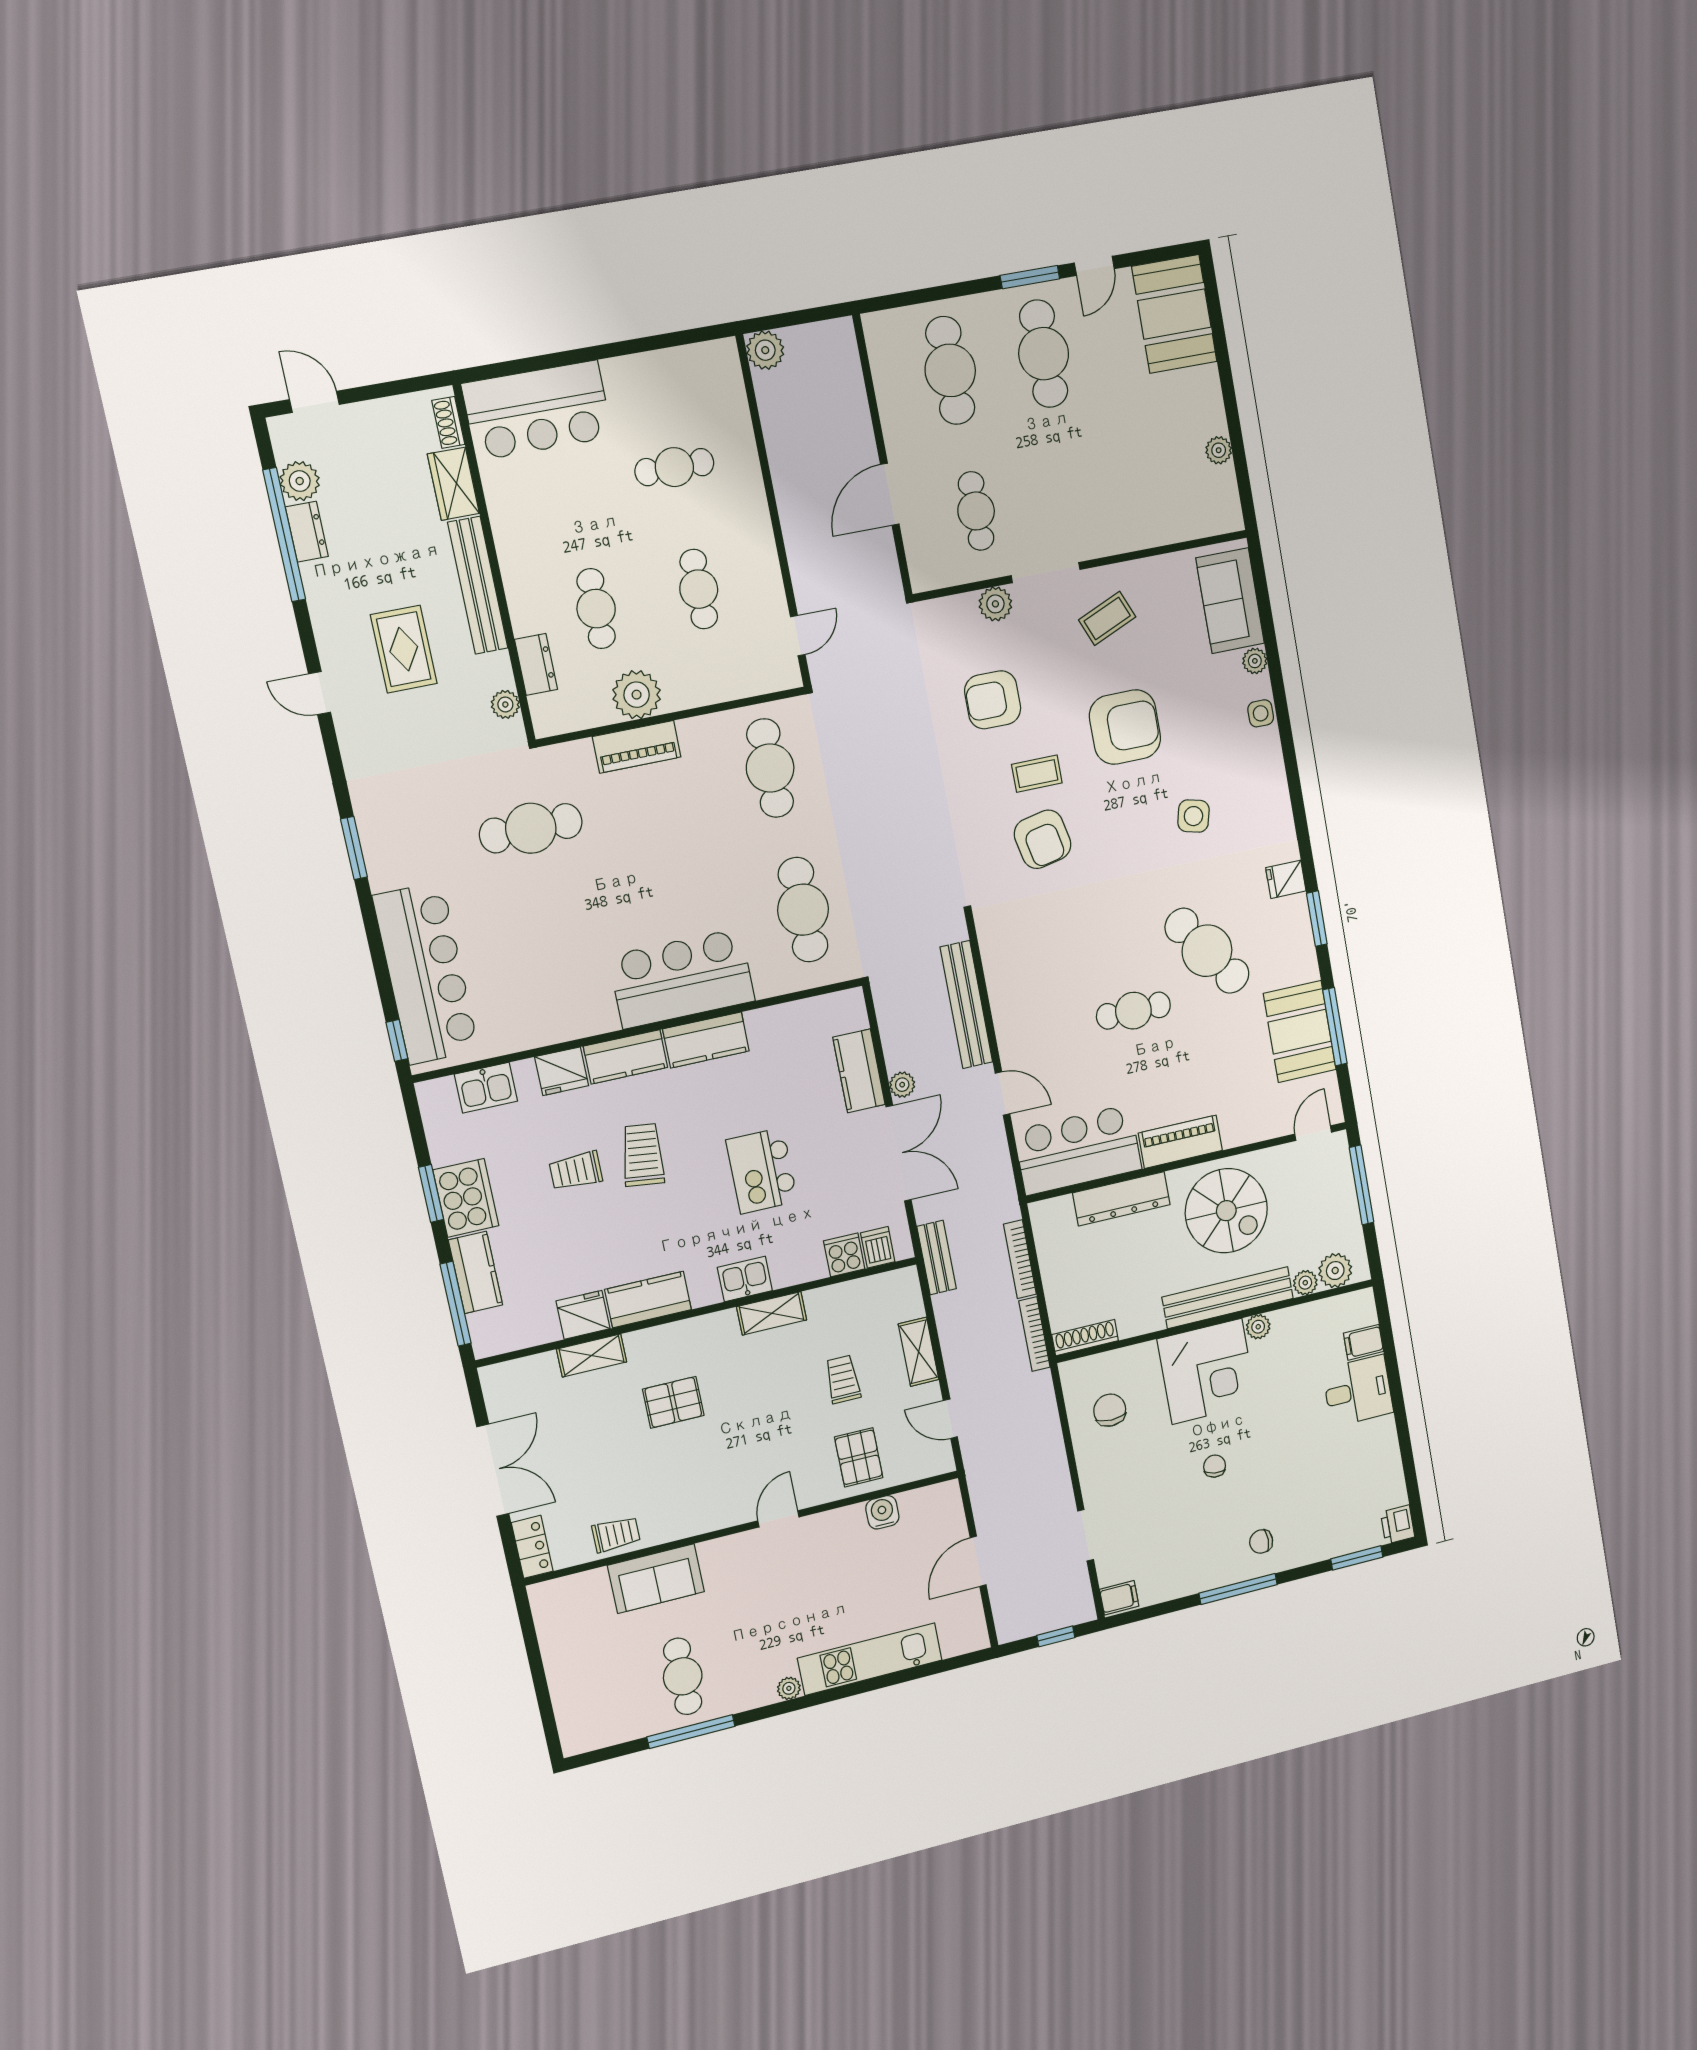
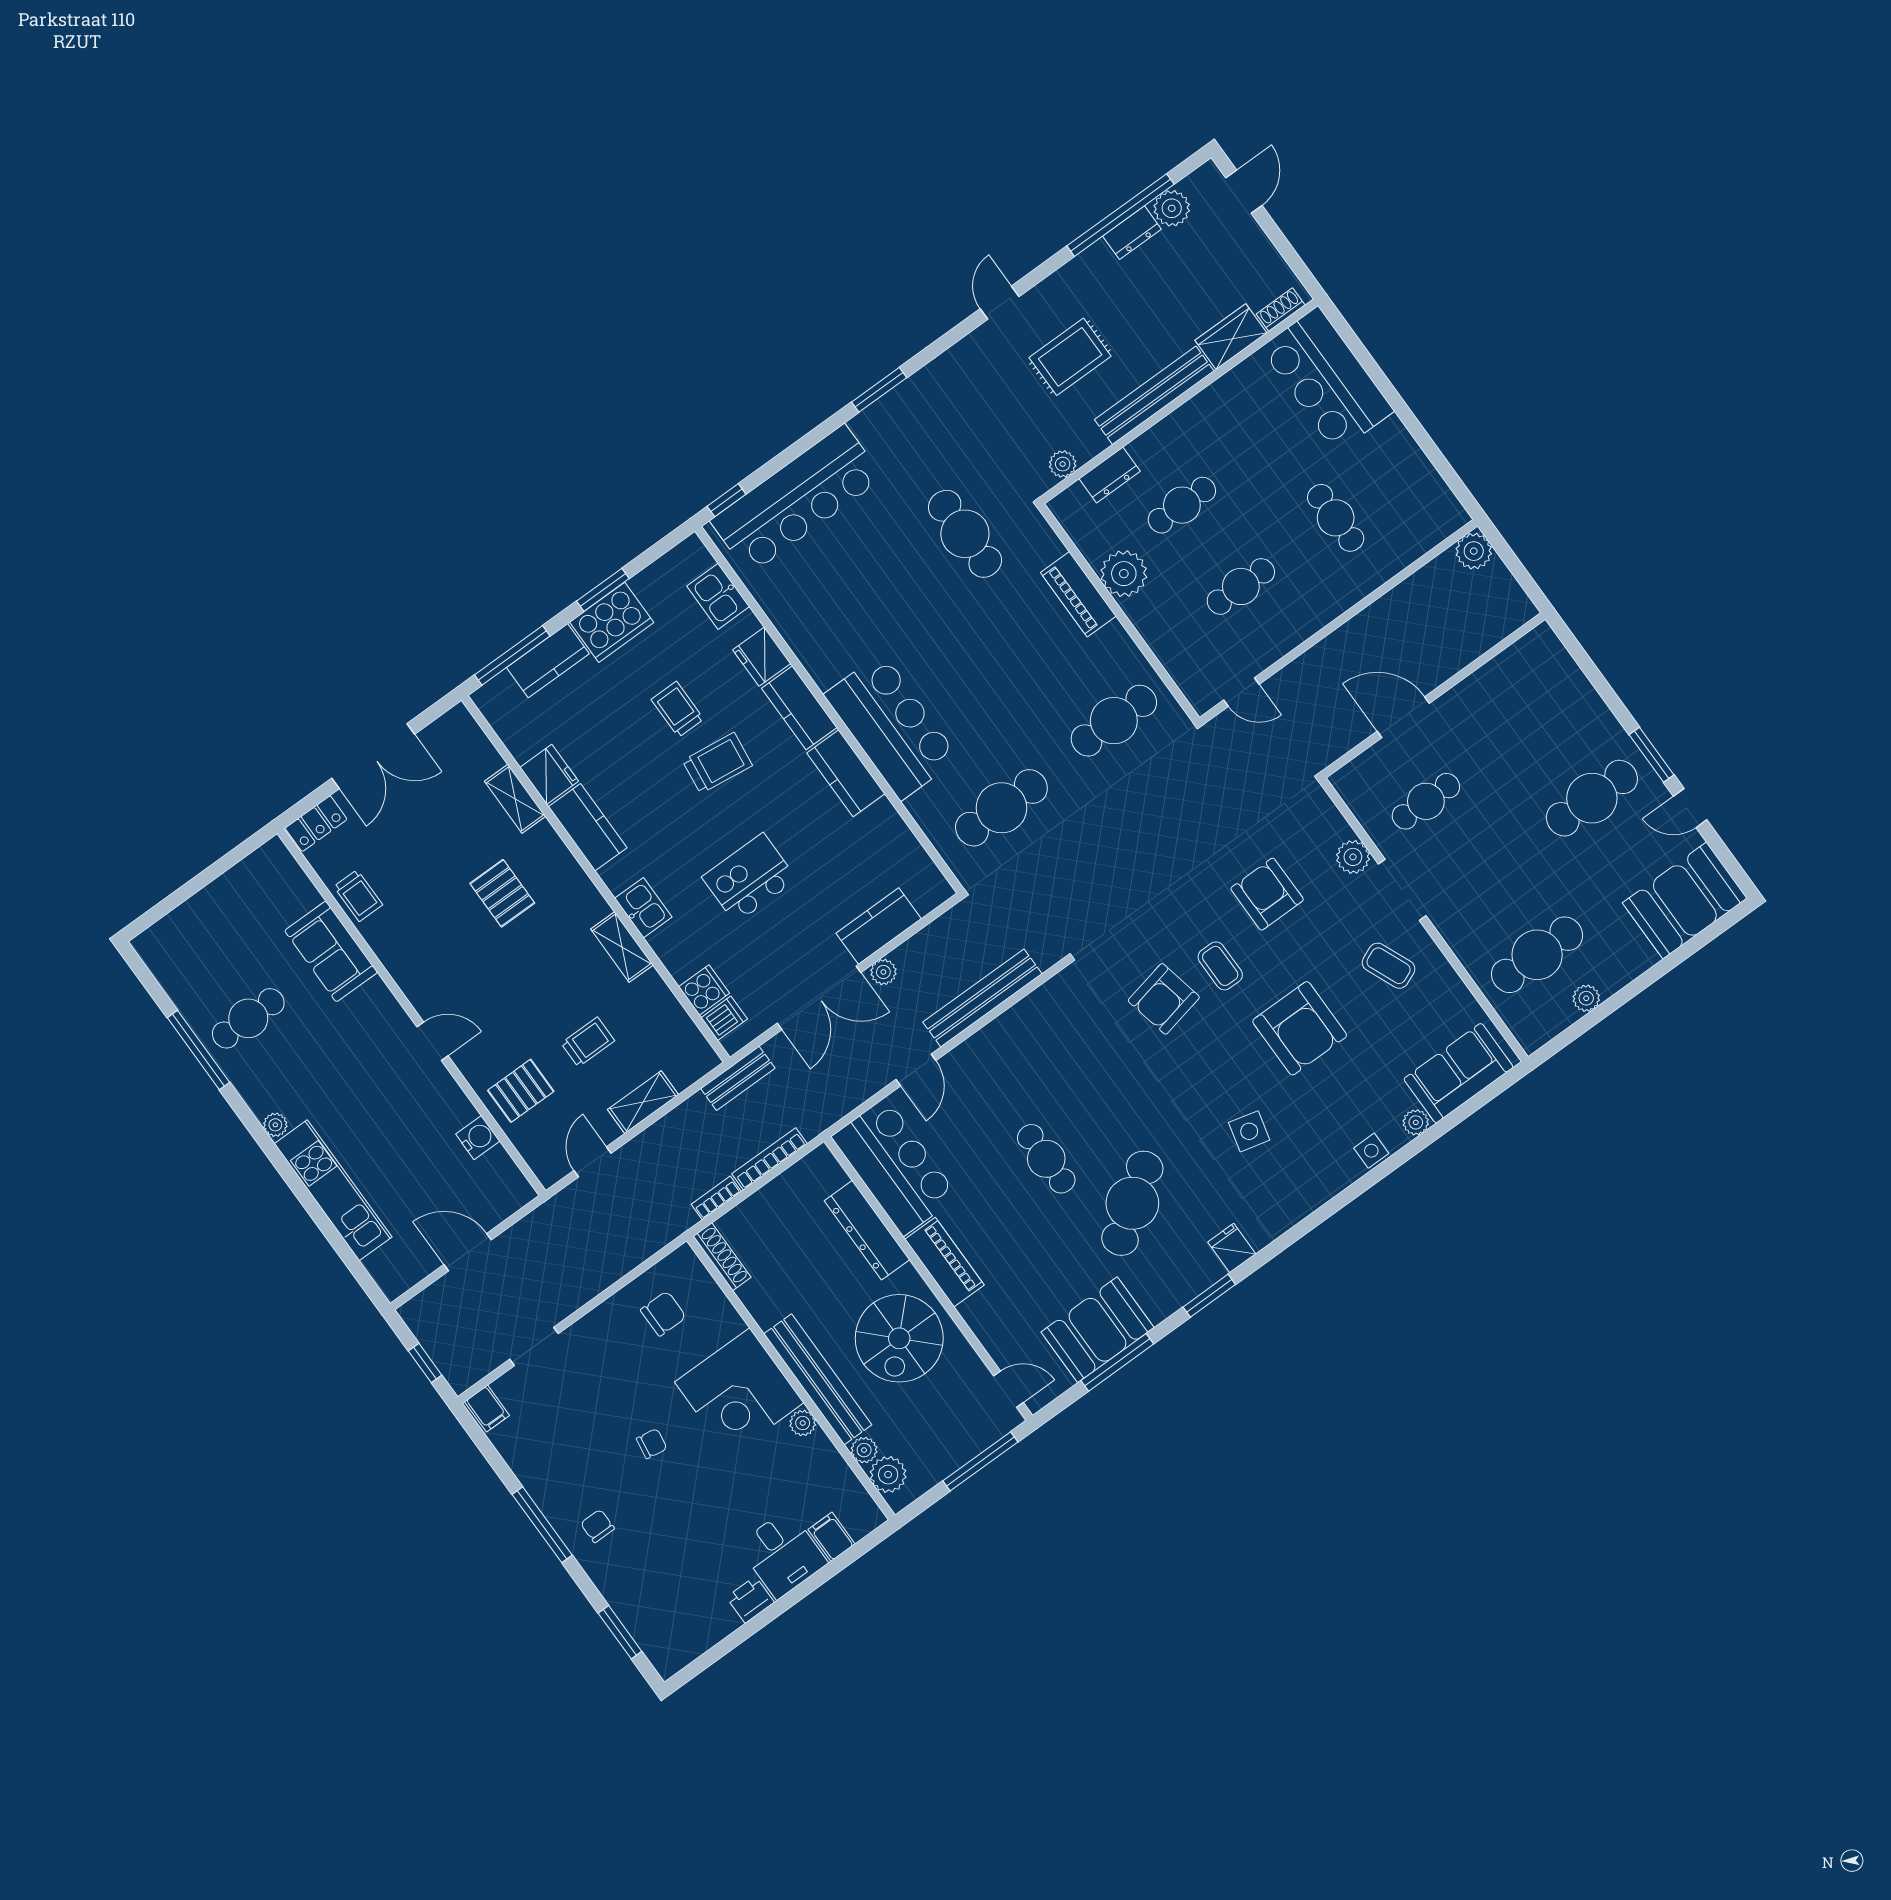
cafe table: (950, 370) -> (1537, 955), moved
bookcase: (1034, 1334) -> (716, 1198), width x0.64
printer: (1398, 1525) -> (750, 1600), moved

